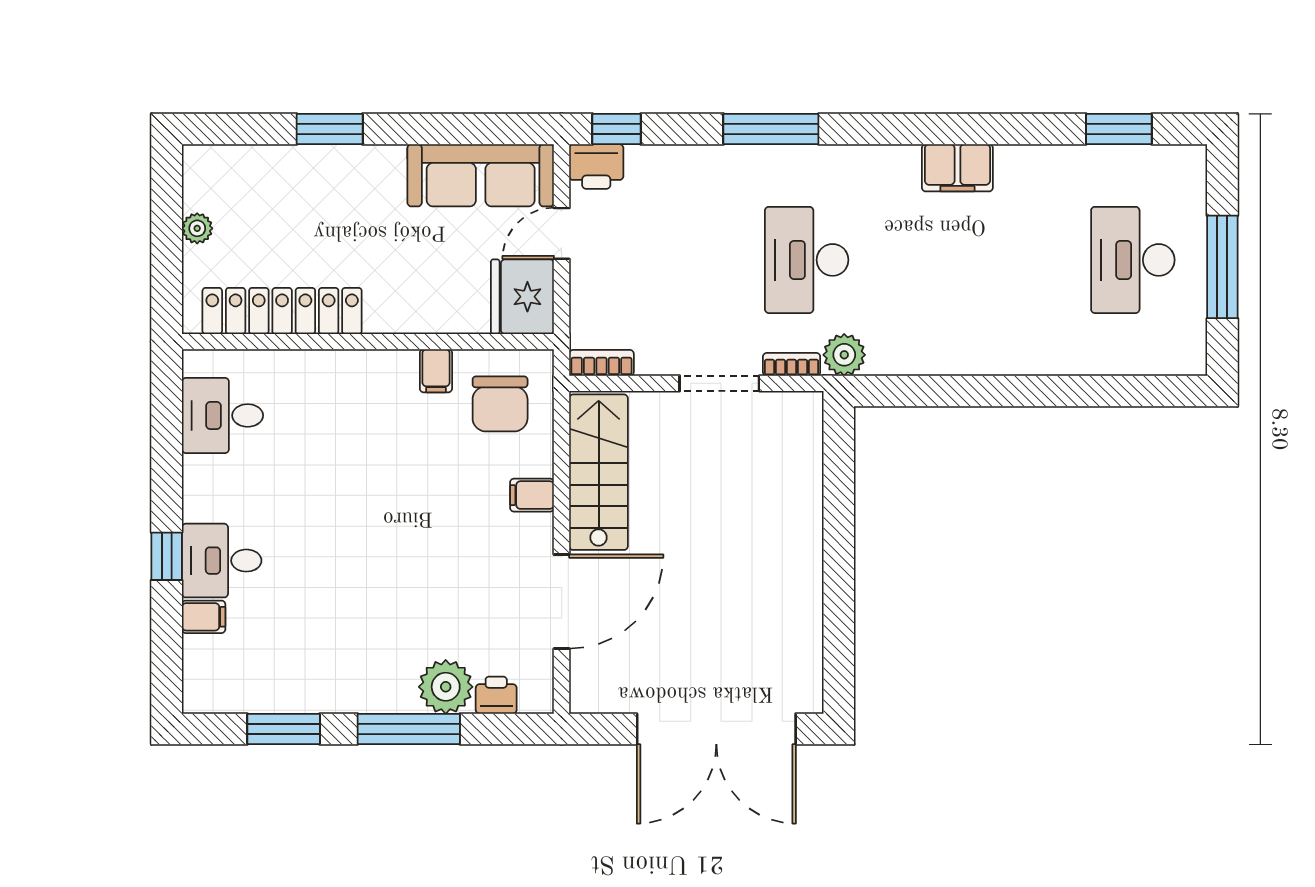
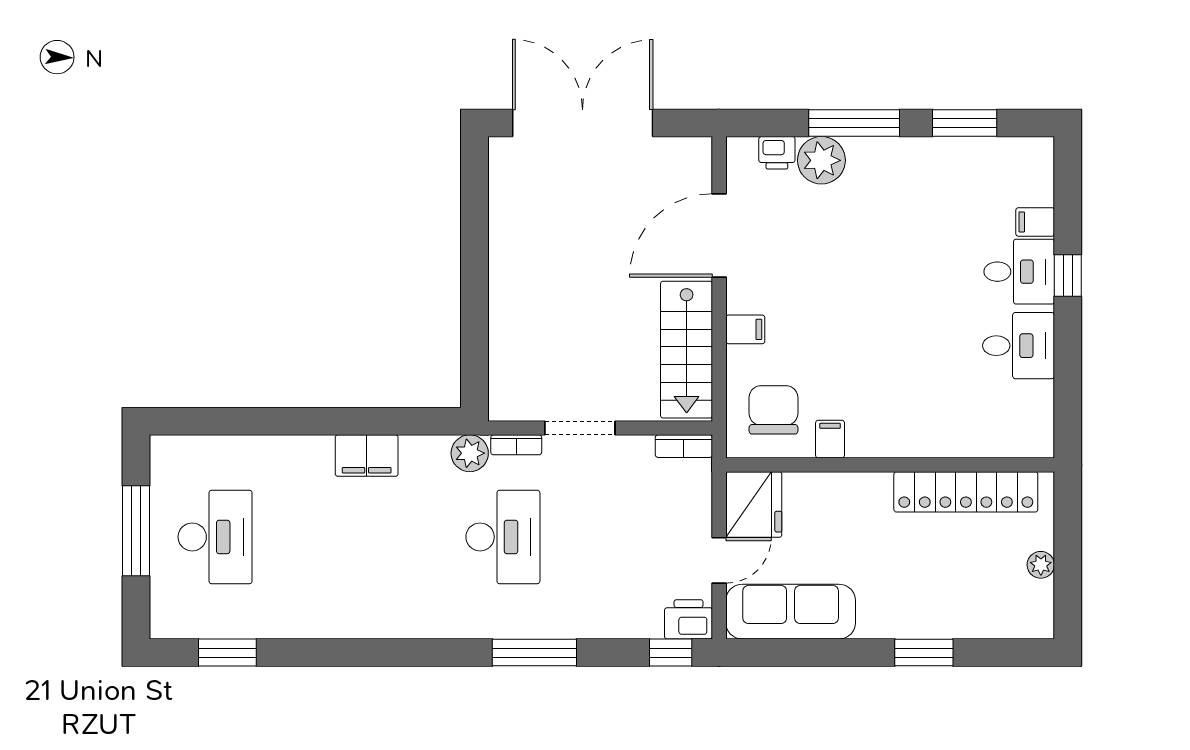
filing cabinet: (957, 168) -> (367, 456), moved, turned 180
desk: (222, 415) -> (1018, 346), moved

